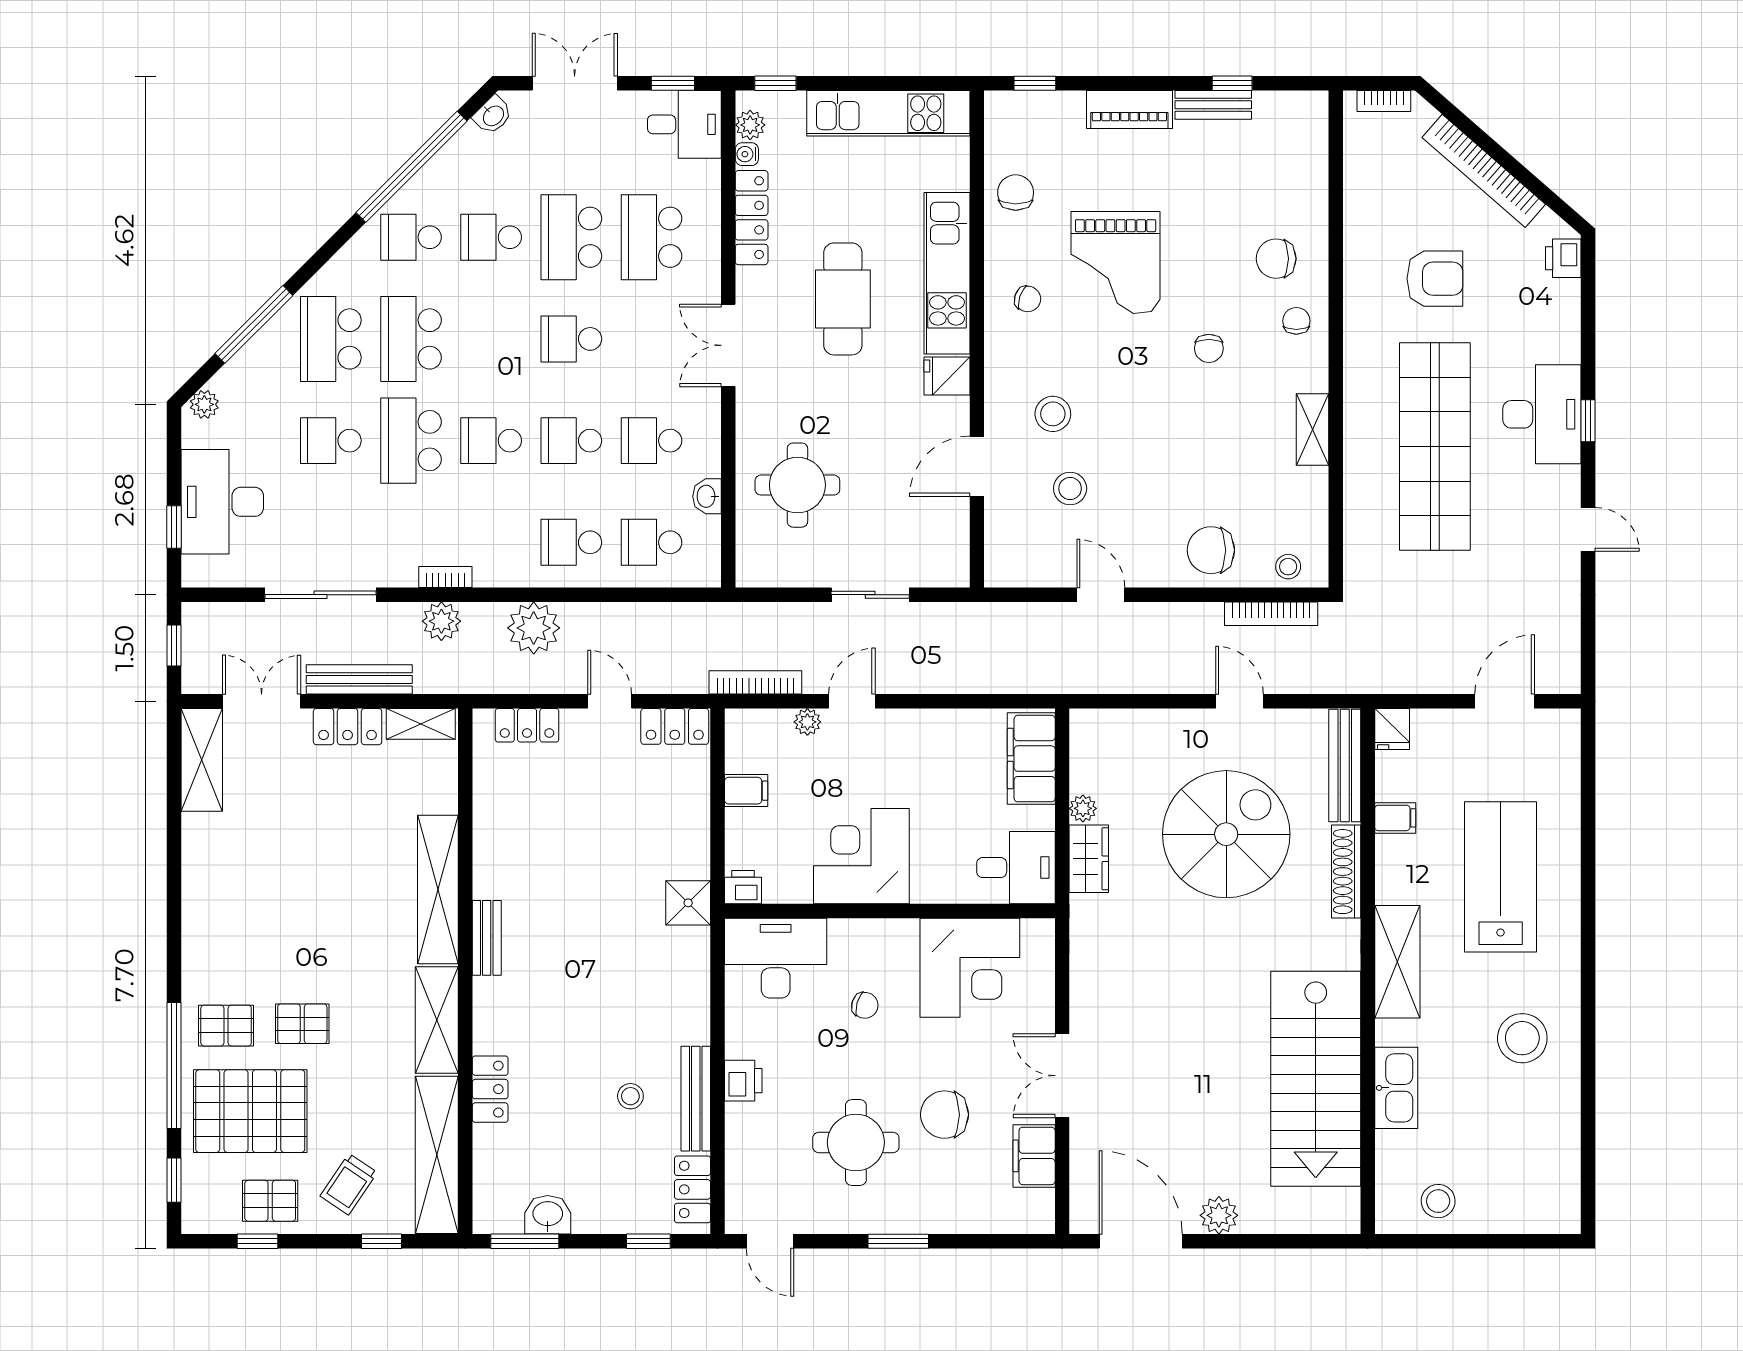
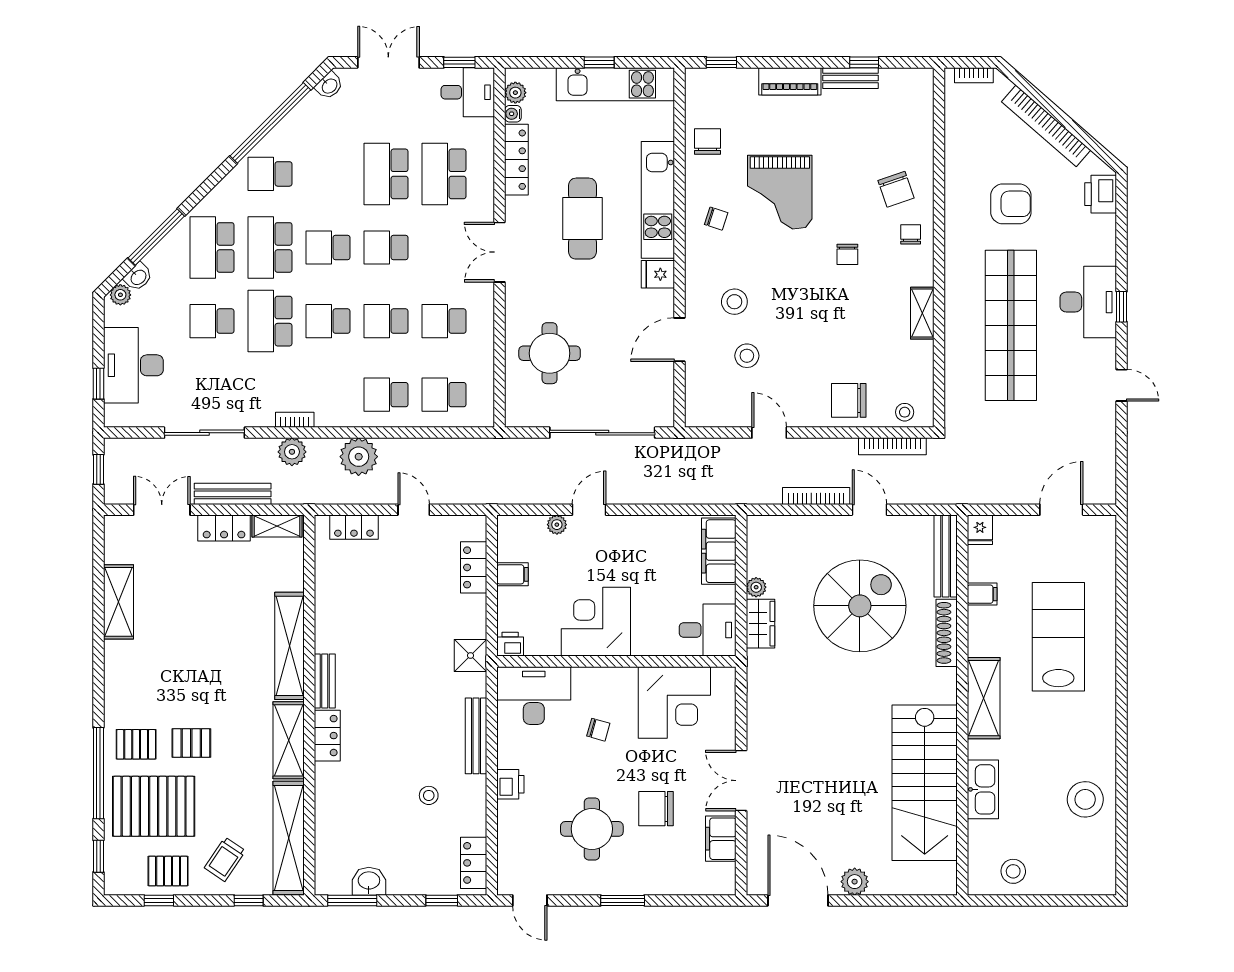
window: (775, 83) -> (599, 62), moved
school desk: (491, 237) -> (328, 247), moved
printer: (1563, 258) -> (1101, 194), width x1.36, depth x1.24
chair: (1276, 259) -> (896, 189), turned -109
washbasin: (707, 496) -> (138, 277), moved, turned -135
sliding door: (870, 595) -> (602, 433), width x1.86
bookcase: (755, 682) -> (816, 496), moved
locker: (675, 726) -> (474, 567), moved, turned 90
shelving: (202, 760) -> (118, 602), moved
stool: (1522, 1038) -> (1085, 799), moved
locker: (490, 1089) -> (327, 736), moved
bench: (696, 1099) -> (476, 736), moved

